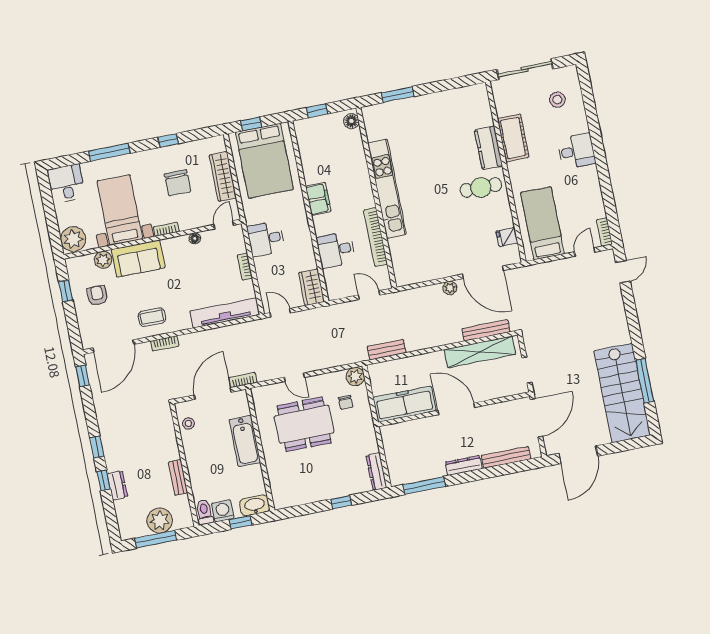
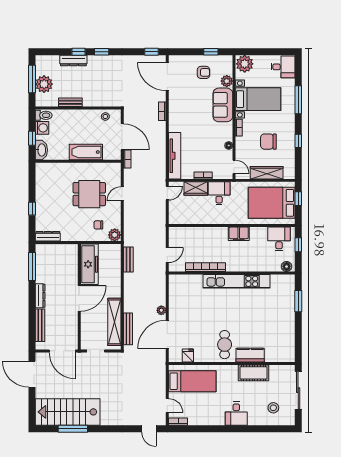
desk: (336, 250) -> (279, 239), moved
wardrobe: (312, 287) -> (196, 189), moved, turned 180
coffee table: (152, 317) -> (182, 106), removed
dining table: (304, 424) -> (89, 194), width x0.73
dresser: (117, 485) -> (73, 61), width x1.44

